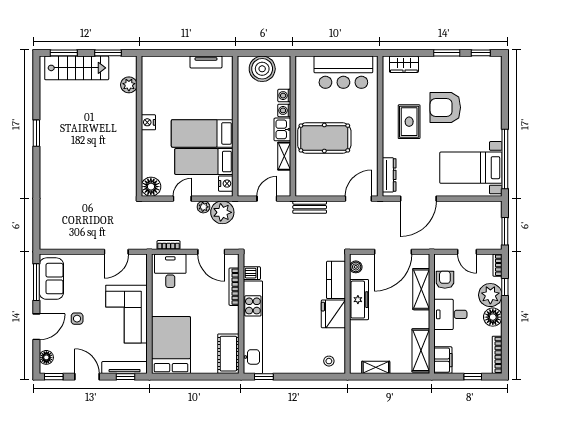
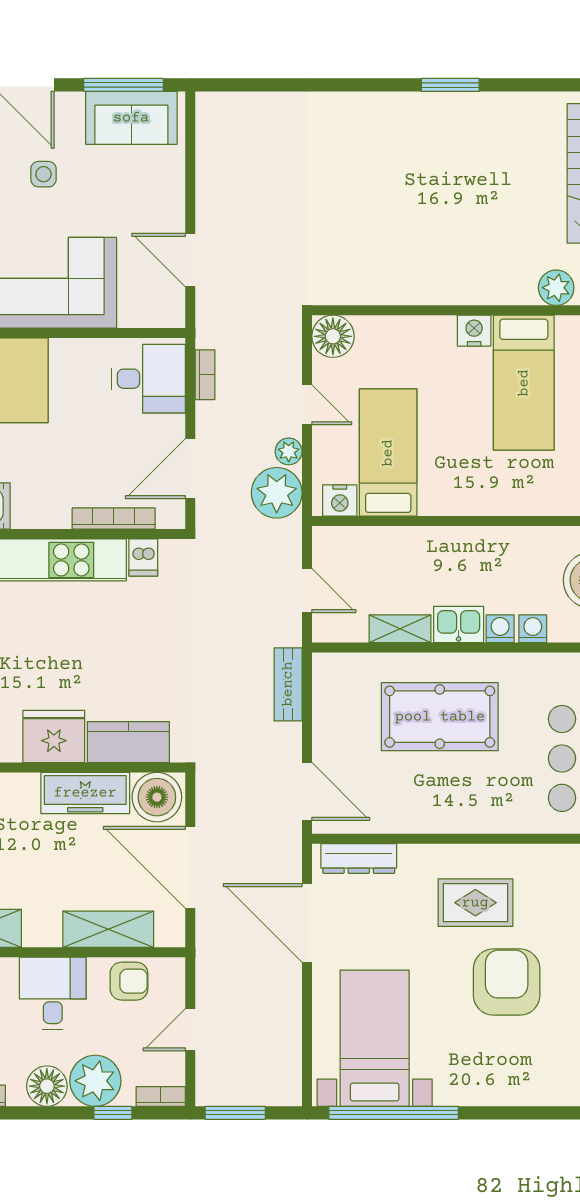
bed: (202, 133) -> (524, 383), moved, turned 180
pool table: (324, 138) -> (440, 717), turned 90
boiler: (356, 267) -> (157, 797), width x1.86, depth x1.86

